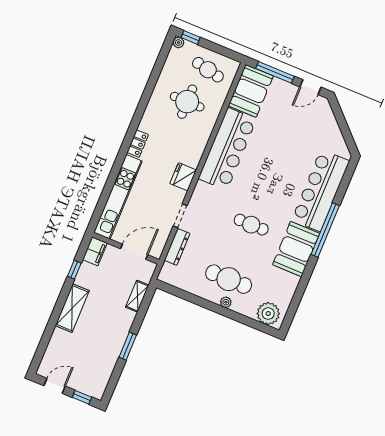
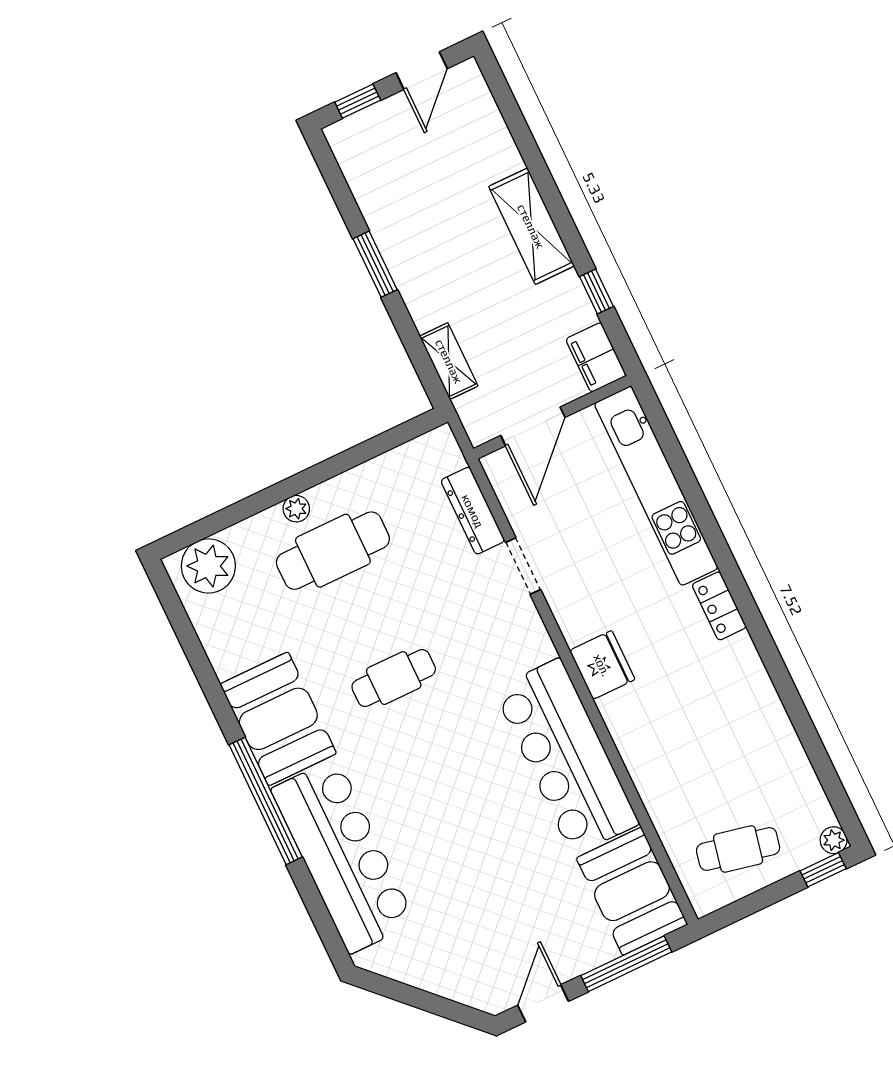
round table: (187, 102) -> (715, 761), removed
fridge: (183, 177) -> (602, 665), moved

